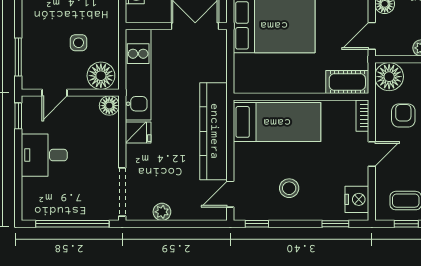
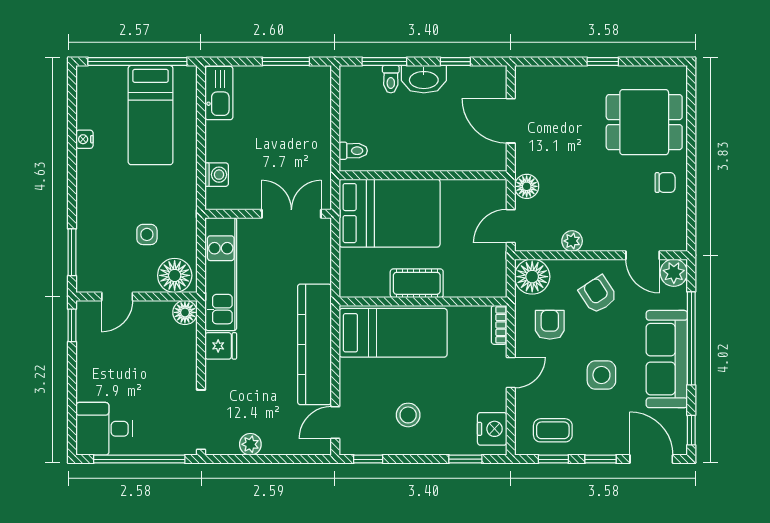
cot: (347, 82) -> (417, 283), moved
desk: (44, 155) -> (104, 429), moved

